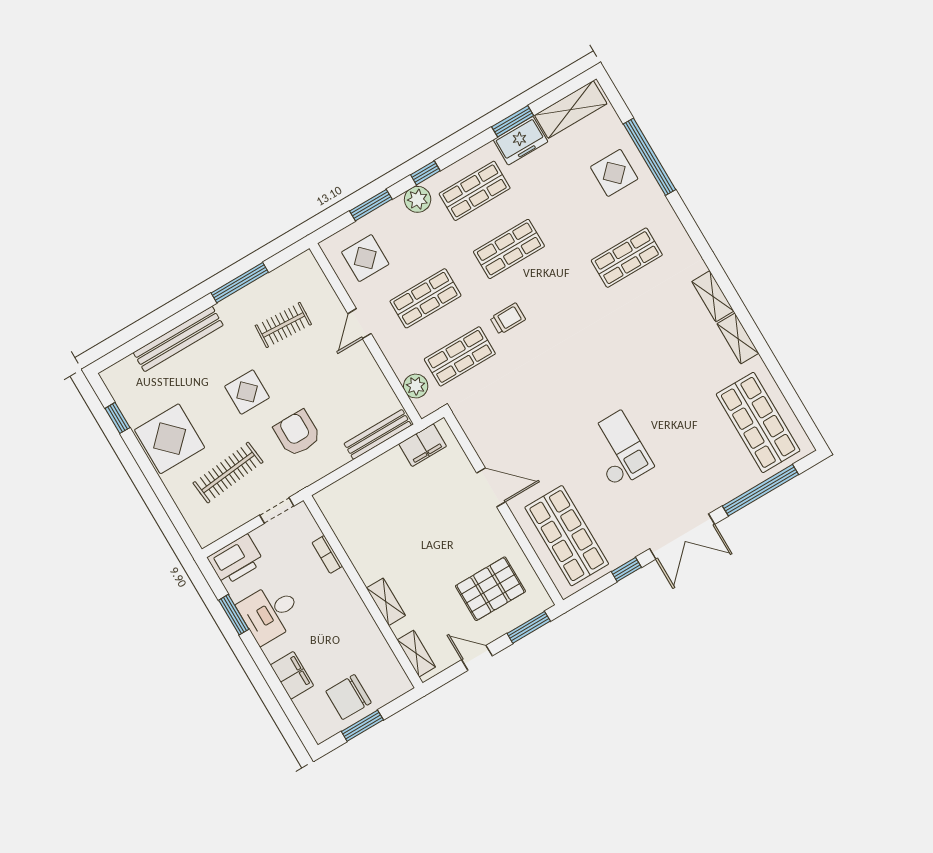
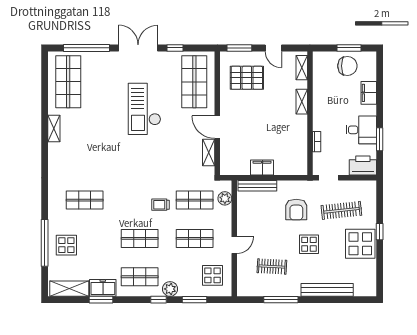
shelving: (713, 296) -> (209, 152), moved
window: (117, 418) -> (380, 232), moved
filing cabinet: (423, 445) -> (262, 168), moved
checkout: (618, 450) -> (144, 109), width x1.36, depth x1.21

